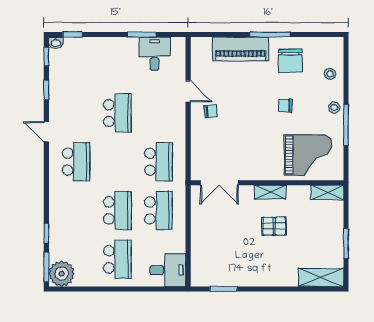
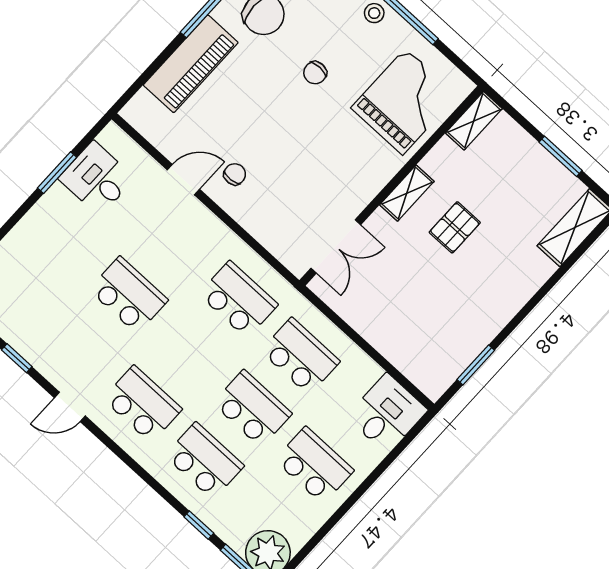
school desk: (76, 211) -> (204, 461), added

